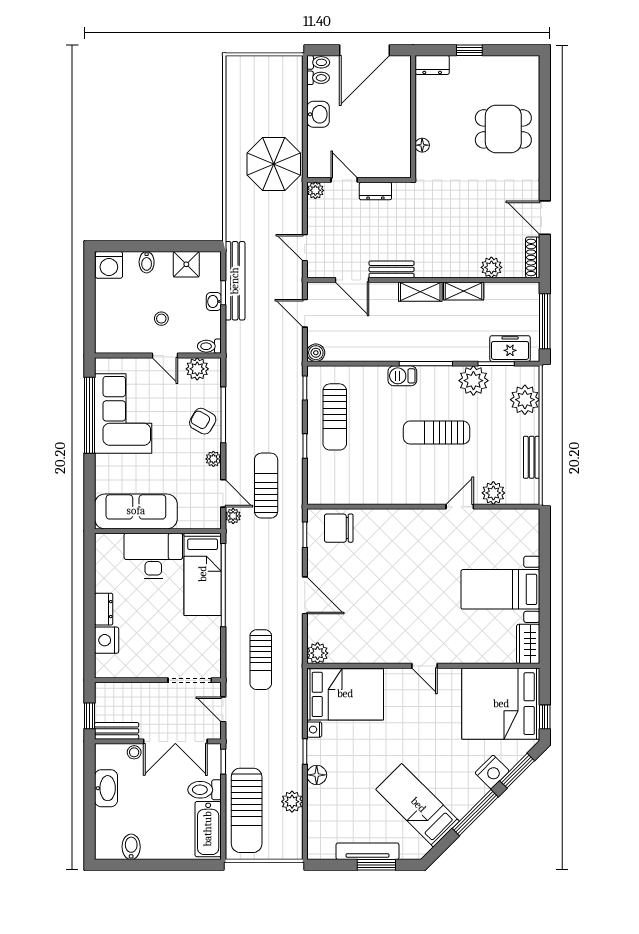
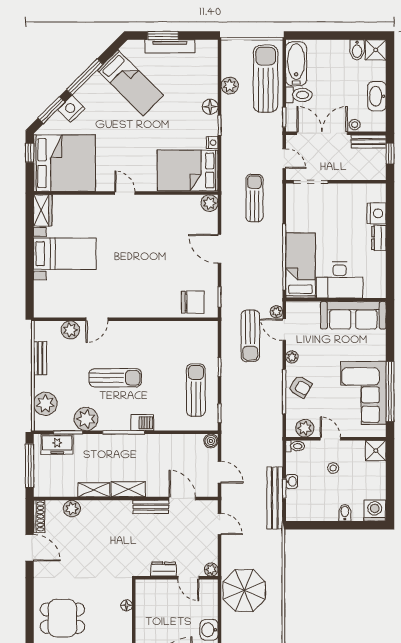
shower: (186, 264) -> (376, 451), moved
shower: (108, 847) -> (376, 50), added

